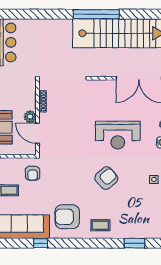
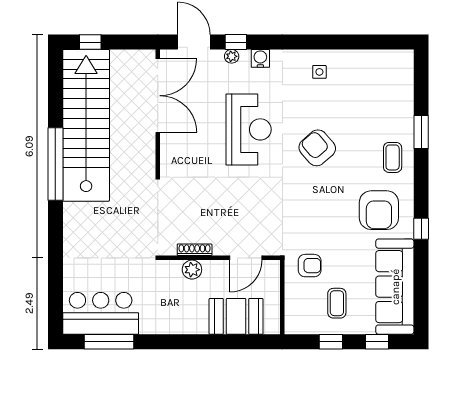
plant: (30, 117) -> (192, 270), moved
window: (41, 243) -> (421, 229), moved
window: (135, 243) -> (421, 132), moved

